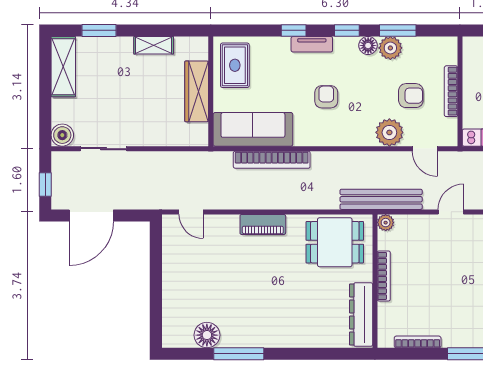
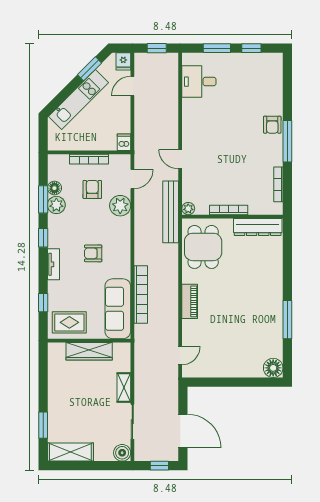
window: (294, 30) -> (43, 303), moved
shelving: (154, 45) -> (124, 388), moved
floor lamp: (368, 46) -> (54, 188), moved
floor lamp: (207, 335) -> (273, 368), moved

